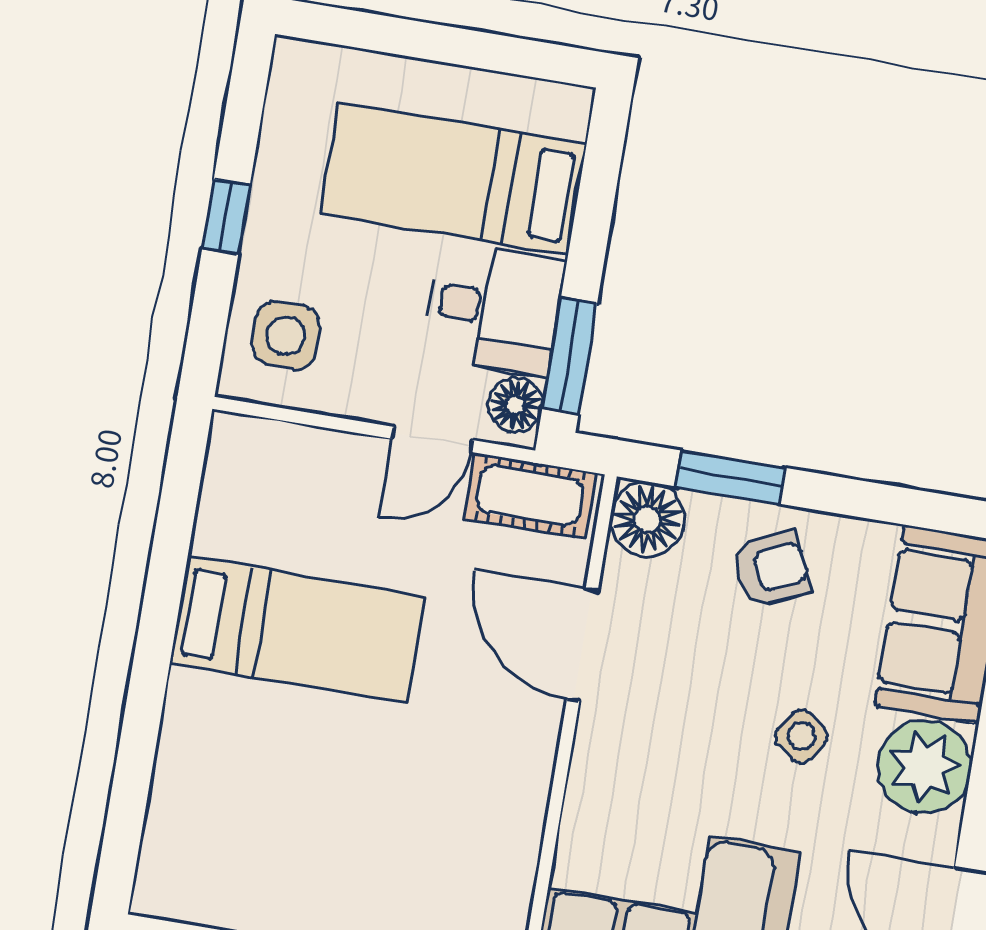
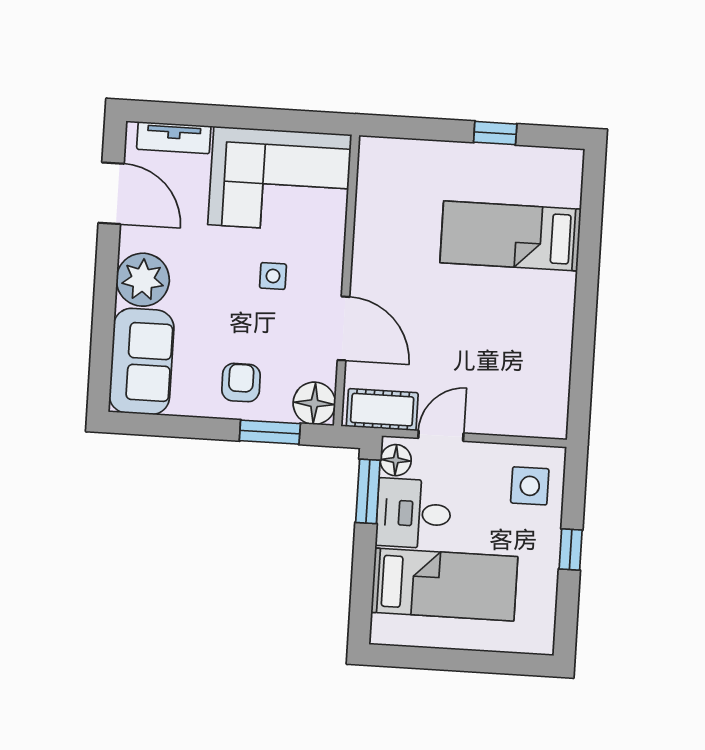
armchair: (772, 569) -> (241, 383), turned 115
bed: (298, 630) -> (510, 236), moved
side table: (802, 736) -> (273, 276), moved, turned -36

